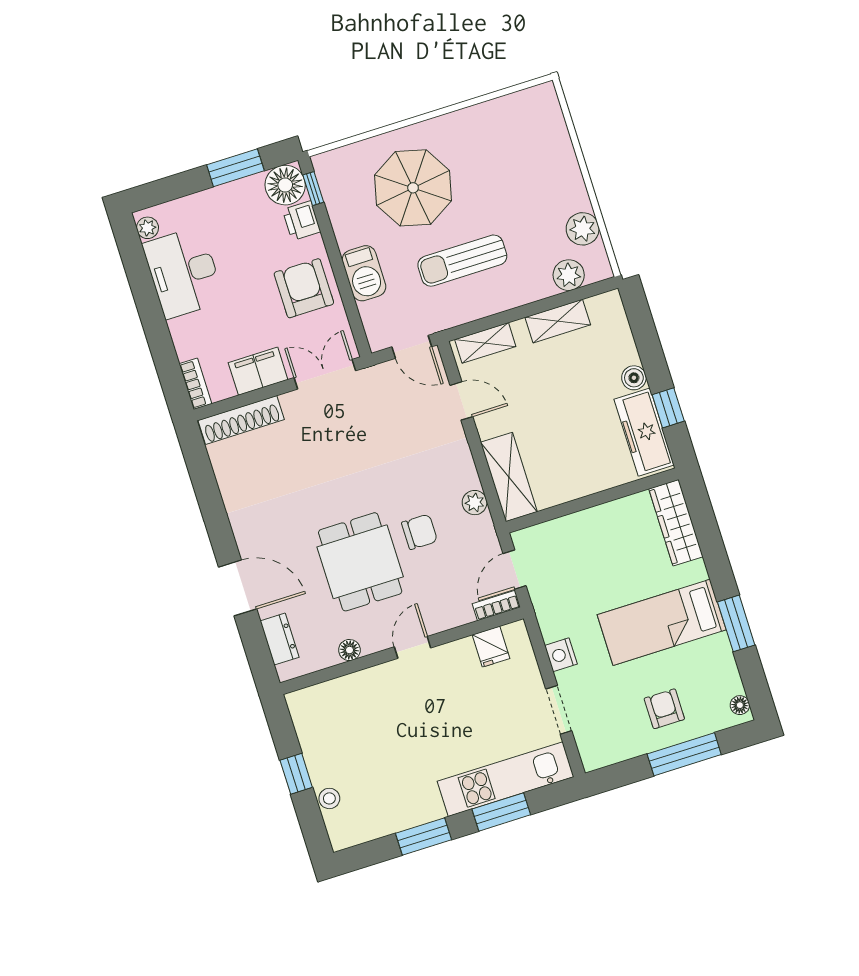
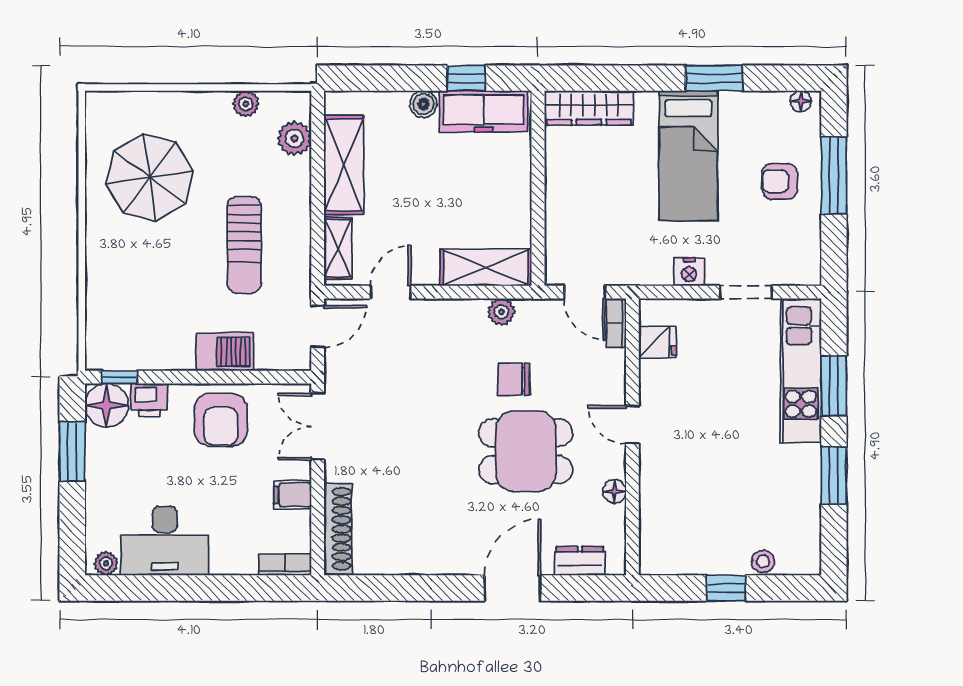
parasol: (413, 188) -> (150, 177), moved
plant: (583, 229) -> (246, 104), width x0.73, depth x0.73
armchair: (304, 288) -> (221, 420), turned -90
shelving: (558, 321) -> (344, 165), width x1.50, depth x1.33
filing cabinet: (258, 371) -> (293, 495), width x0.50
chair: (419, 532) -> (514, 379), turned -90

